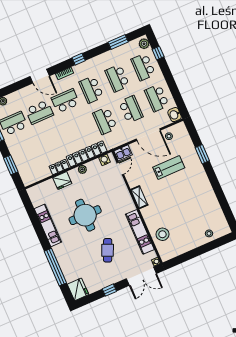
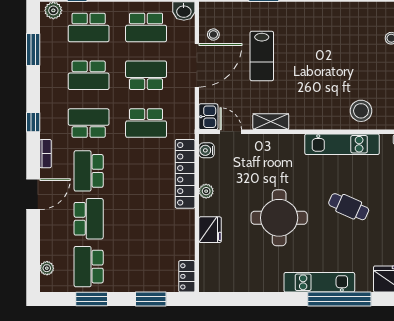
school desk: (91, 90) -> (89, 123), turned 180
locker: (59, 167) -> (187, 276), moved
lab bench: (169, 167) -> (262, 56), turned 180
shelving: (139, 197) -> (271, 122), moved
kitchen unit: (48, 225) -> (319, 282), moved

